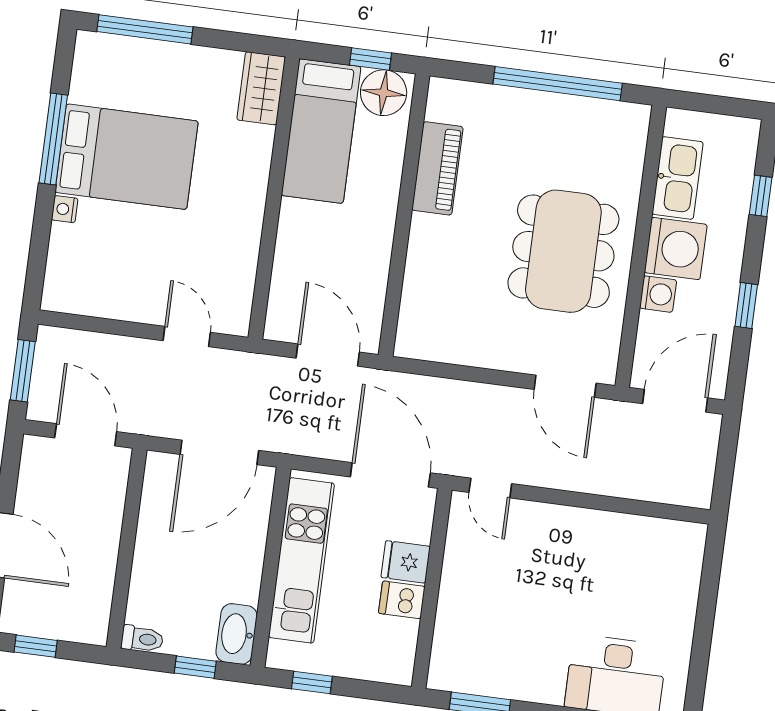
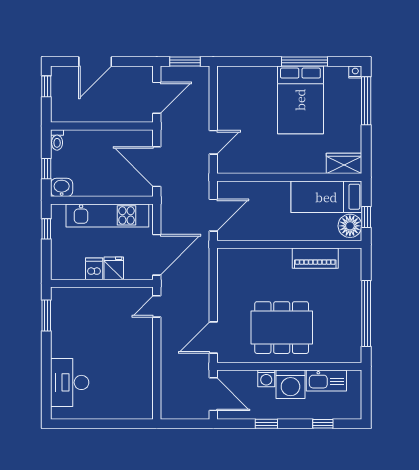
nightstand: (65, 209) -> (355, 72), moved
washbasin: (237, 634) -> (62, 187), width x0.72

